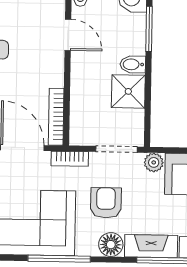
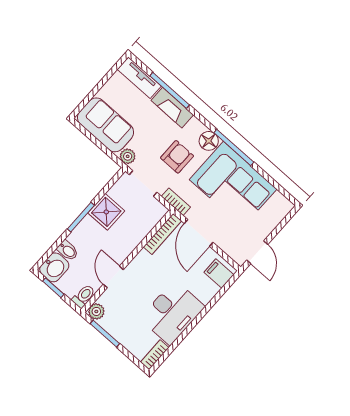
window: (149, 29) -> (81, 217), moved
bidet: (133, 64) -> (68, 250), moved
armchair: (106, 203) -> (177, 157), turned 180
floor lamp: (111, 245) -> (209, 141), moved

